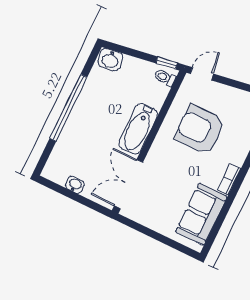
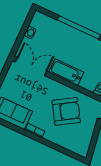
armchair: (200, 130) -> (66, 111), turned 58

